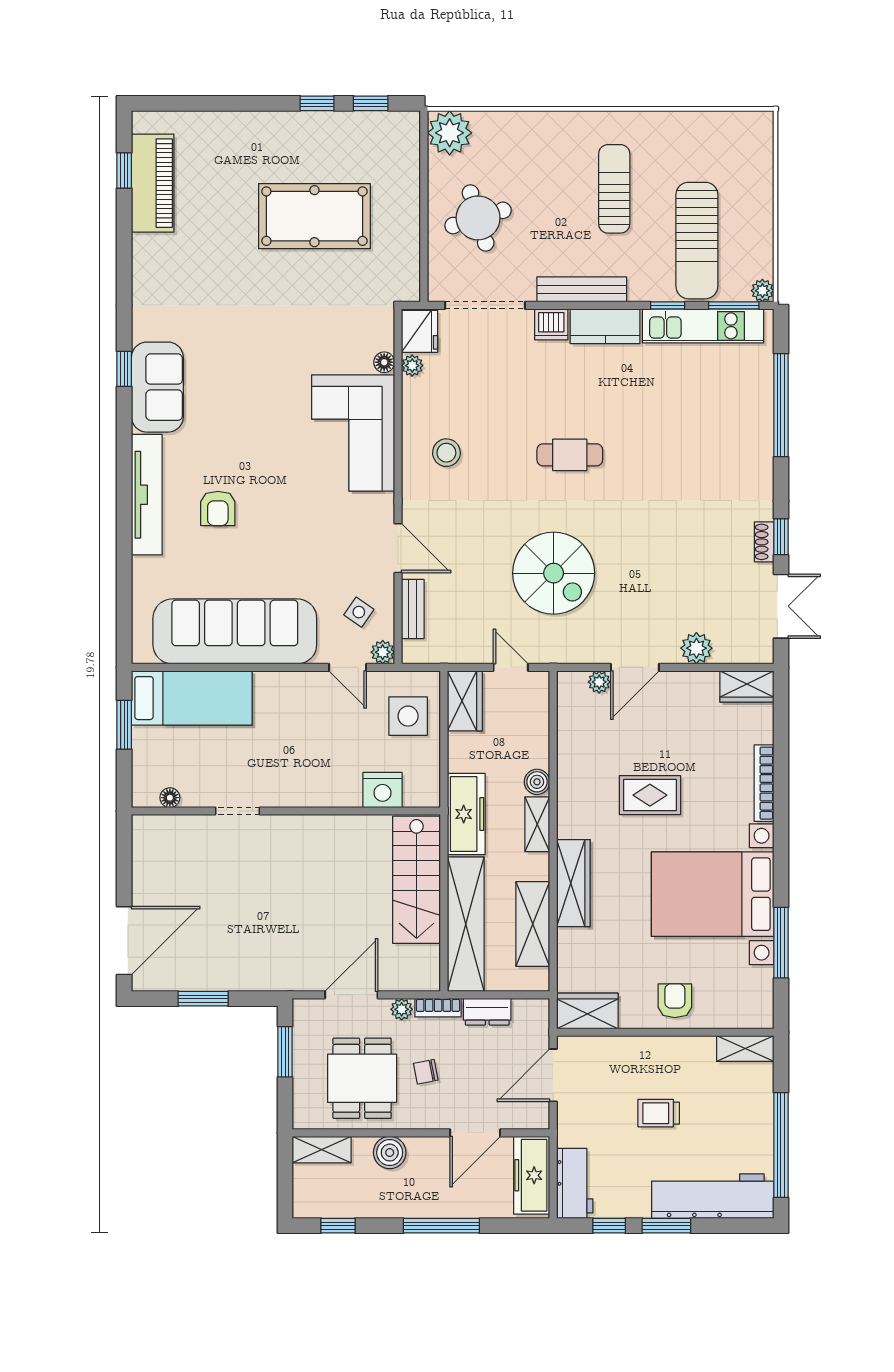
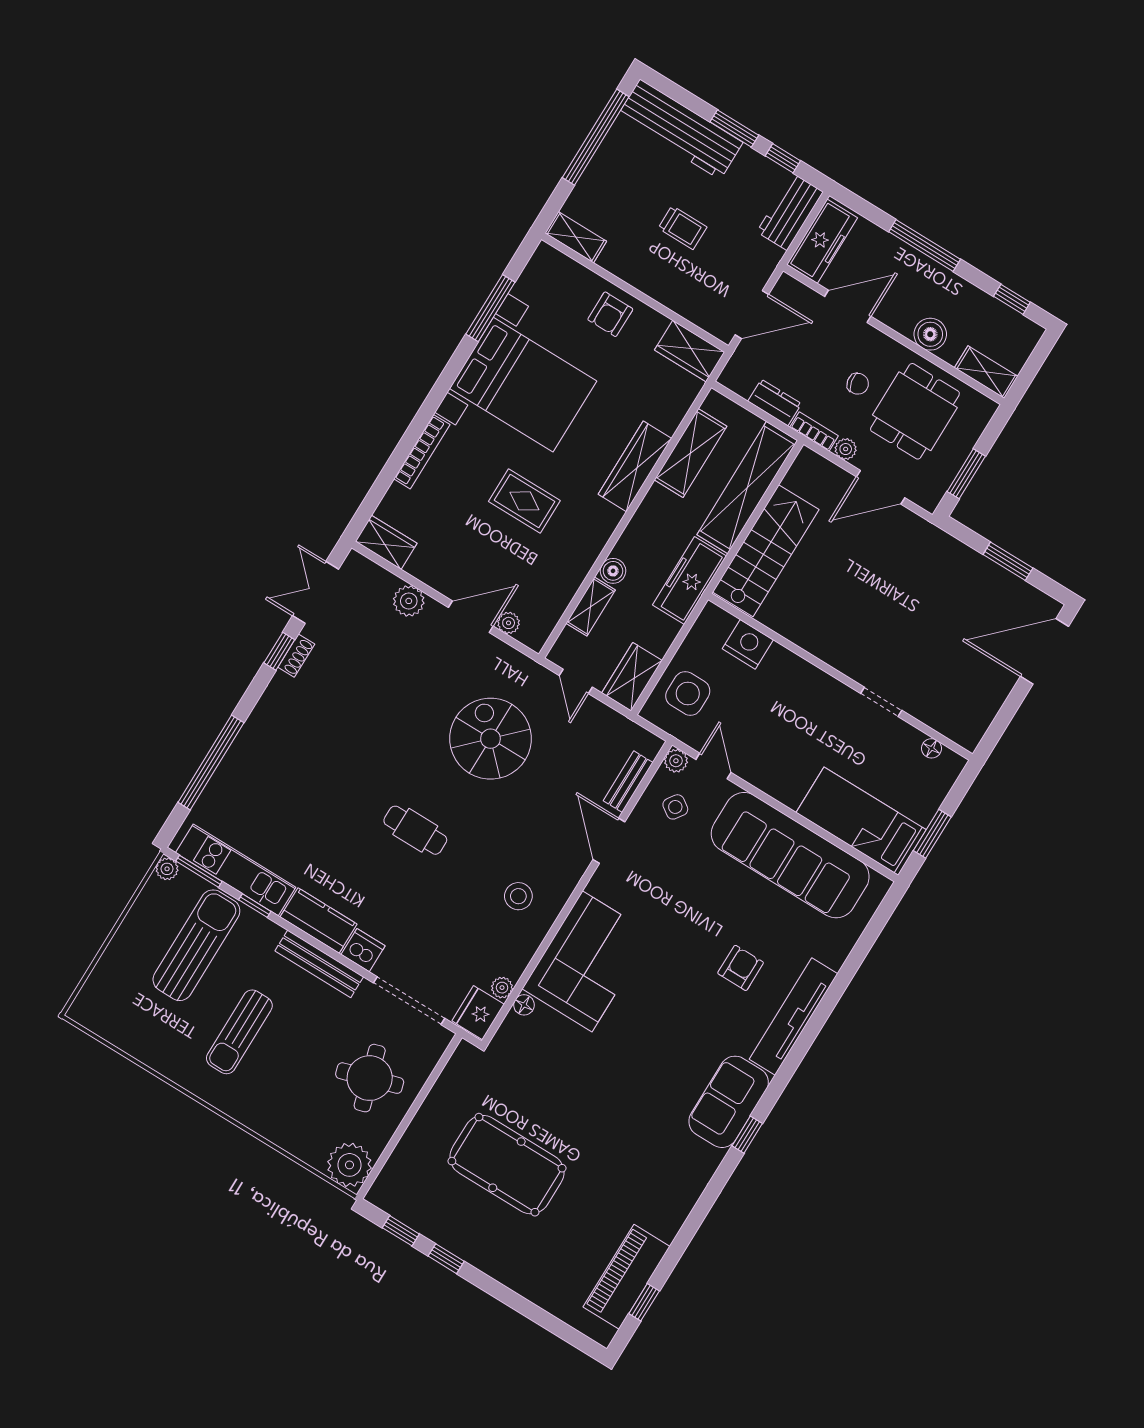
shelving: (537, 824) -> (591, 607), moved

